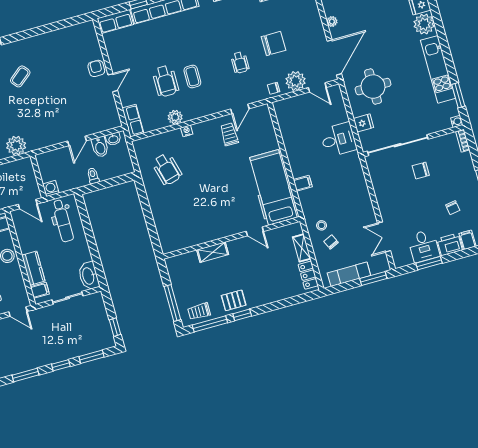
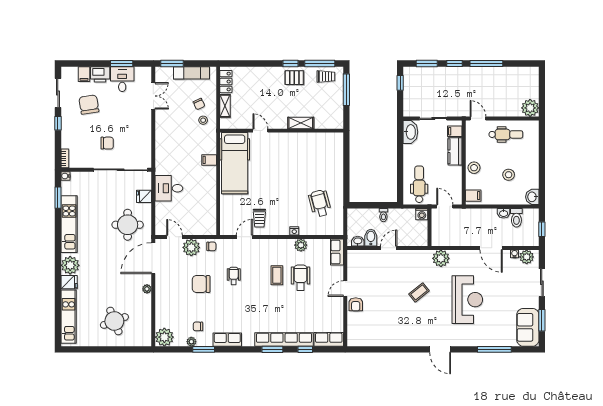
coffee table: (20, 76) -> (419, 292), moved
chair: (453, 208) -> (89, 105), width x1.87, depth x1.87
window: (26, 375) -> (486, 63), width x1.44

